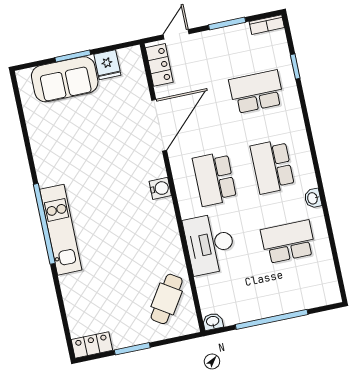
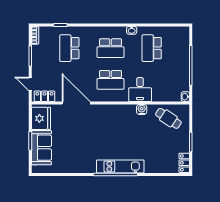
fridge: (107, 65) -> (41, 118), width x1.88, depth x1.34
water cooler: (160, 188) -> (142, 109), moved
desk: (210, 244) -> (140, 90), width x0.73

